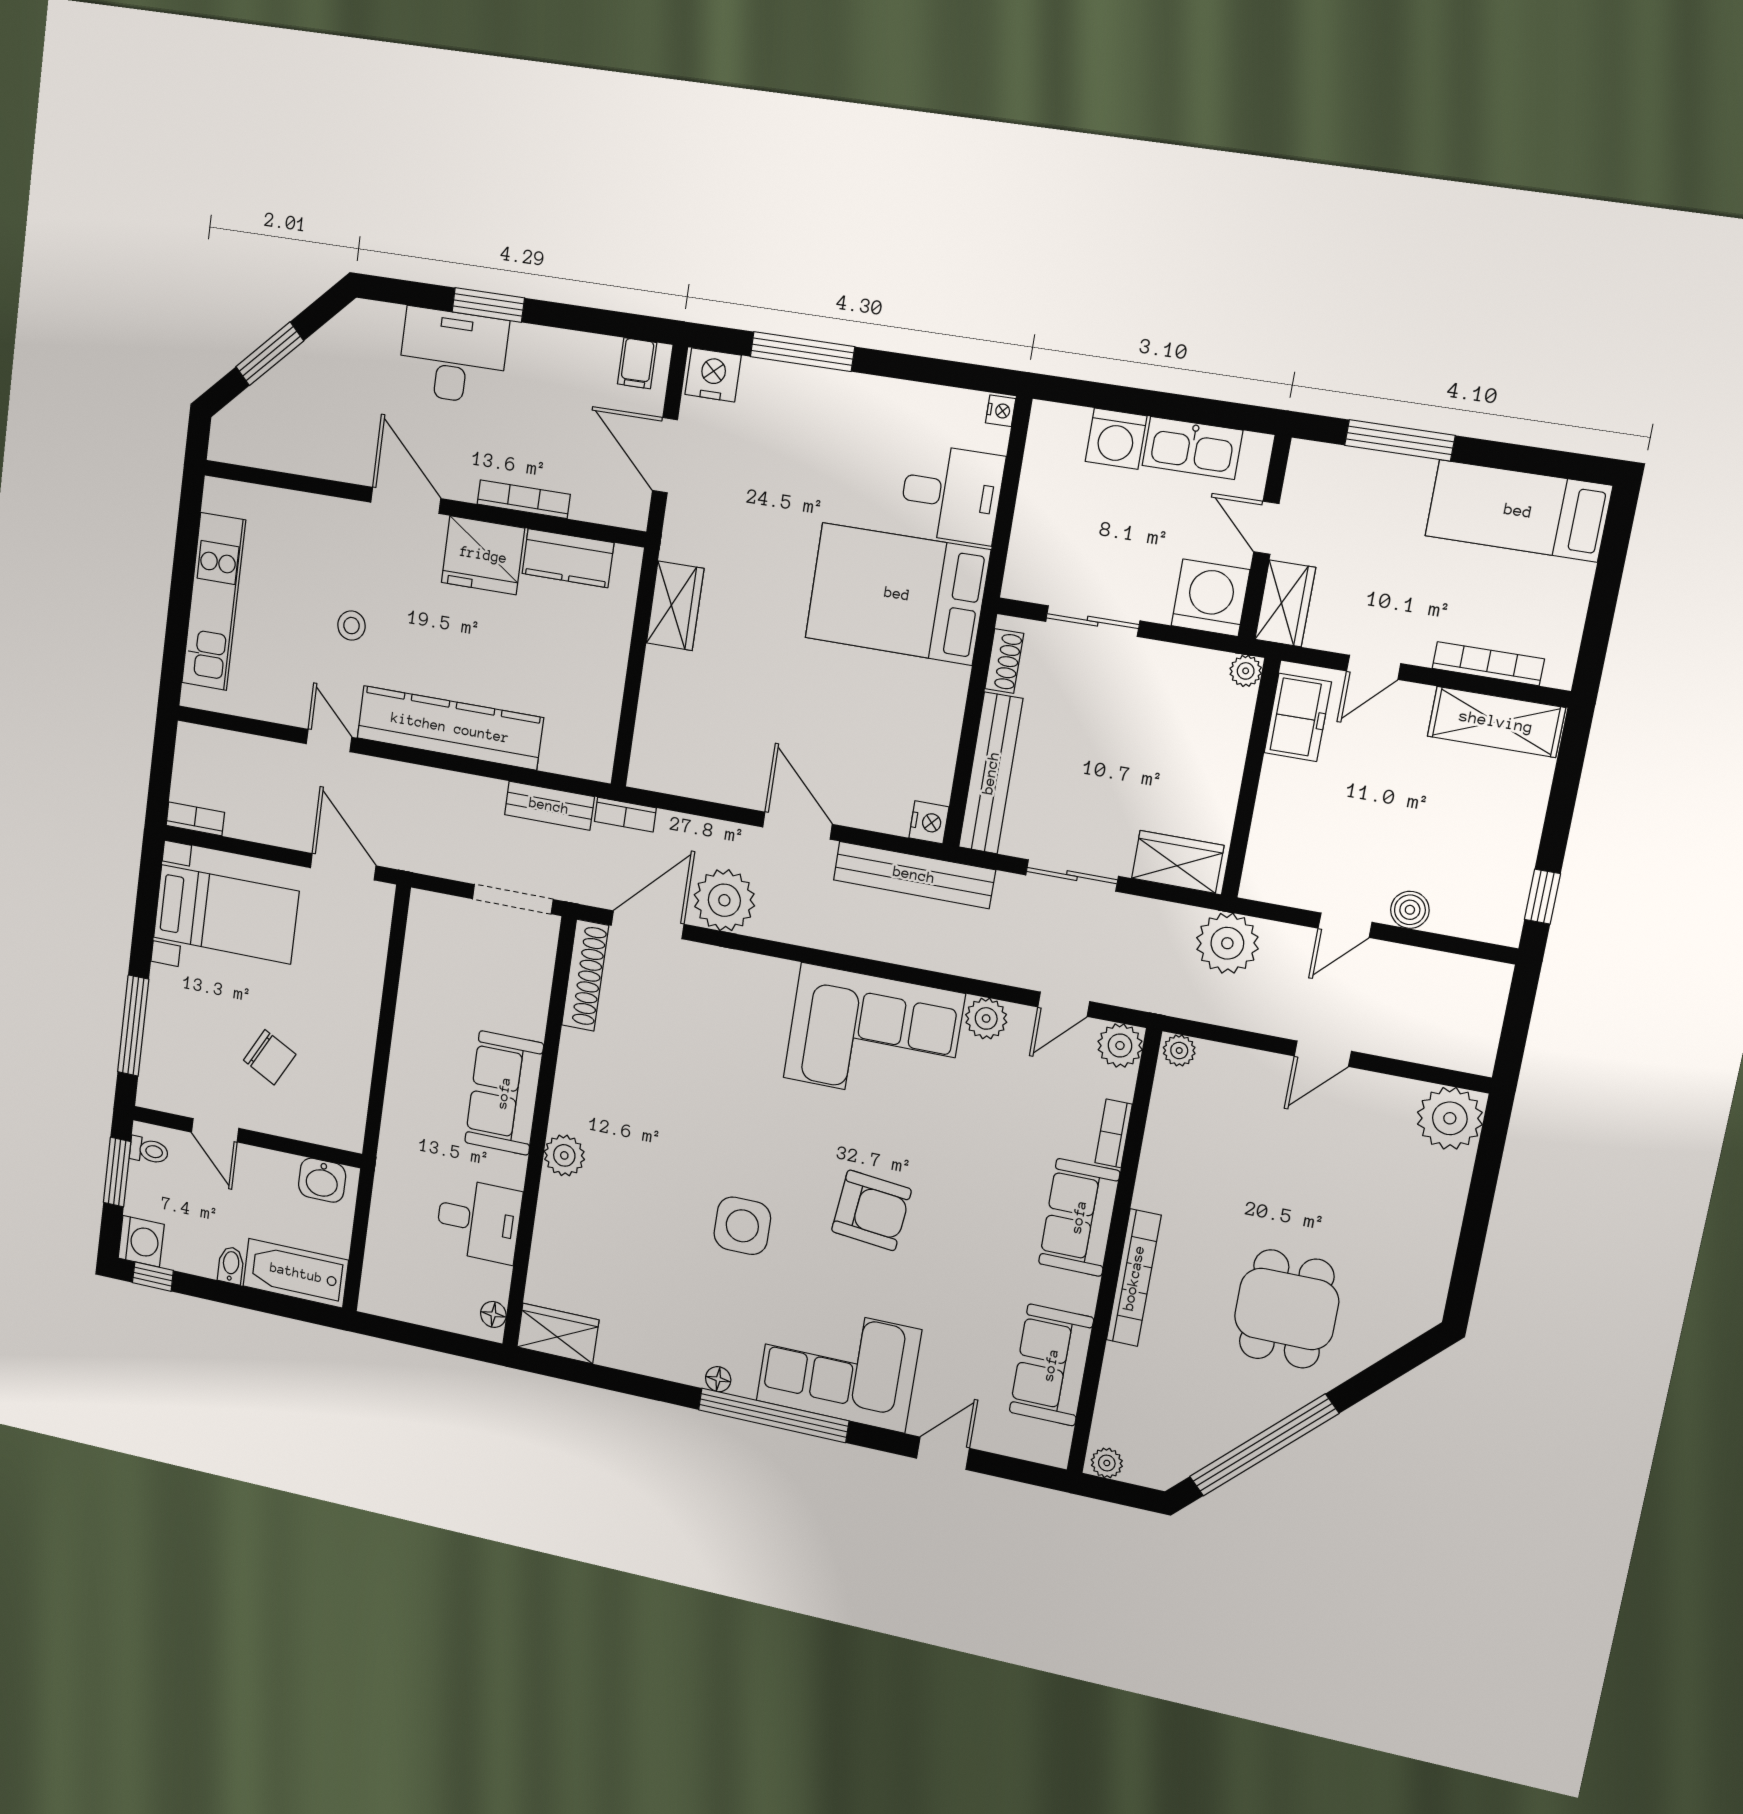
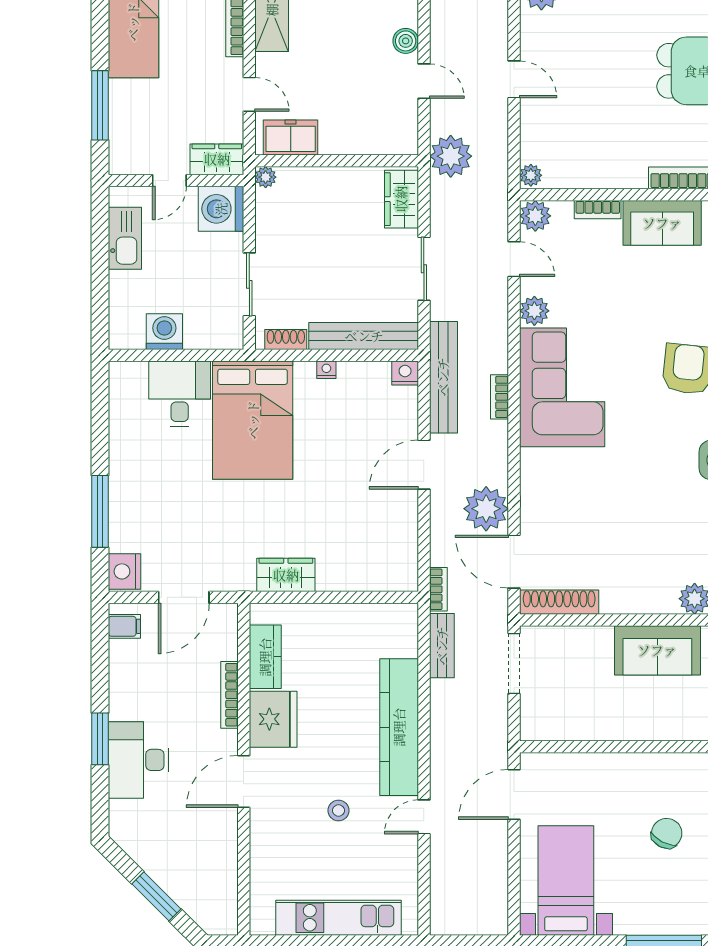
nightstand: (1001, 411) -> (326, 370), moved
washing machine: (1116, 439) -> (164, 332), moved, turned -90
bookcase: (195, 819) -> (499, 397), moved

